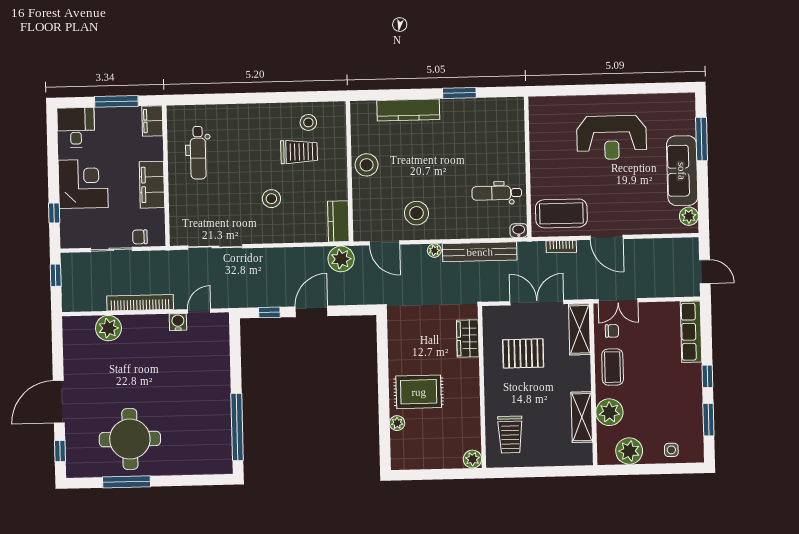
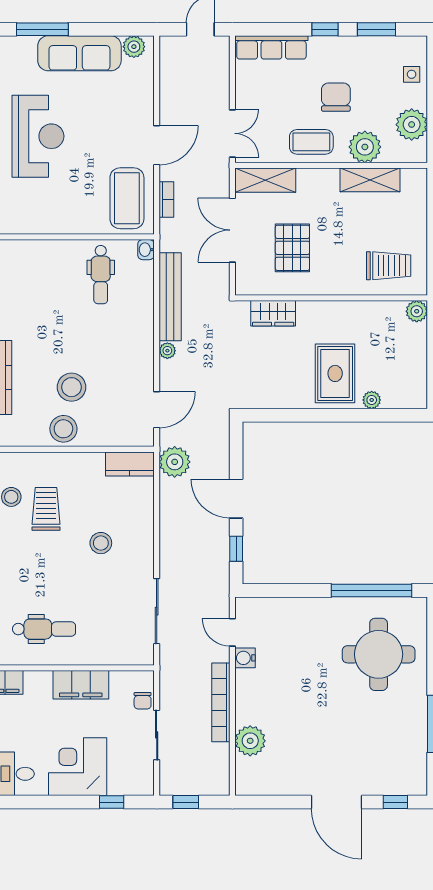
stool: (416, 213) -> (72, 387), moved
chair: (612, 331) -> (336, 97), moved, width x1.87, depth x1.87
round table: (130, 439) -> (379, 654), moved

